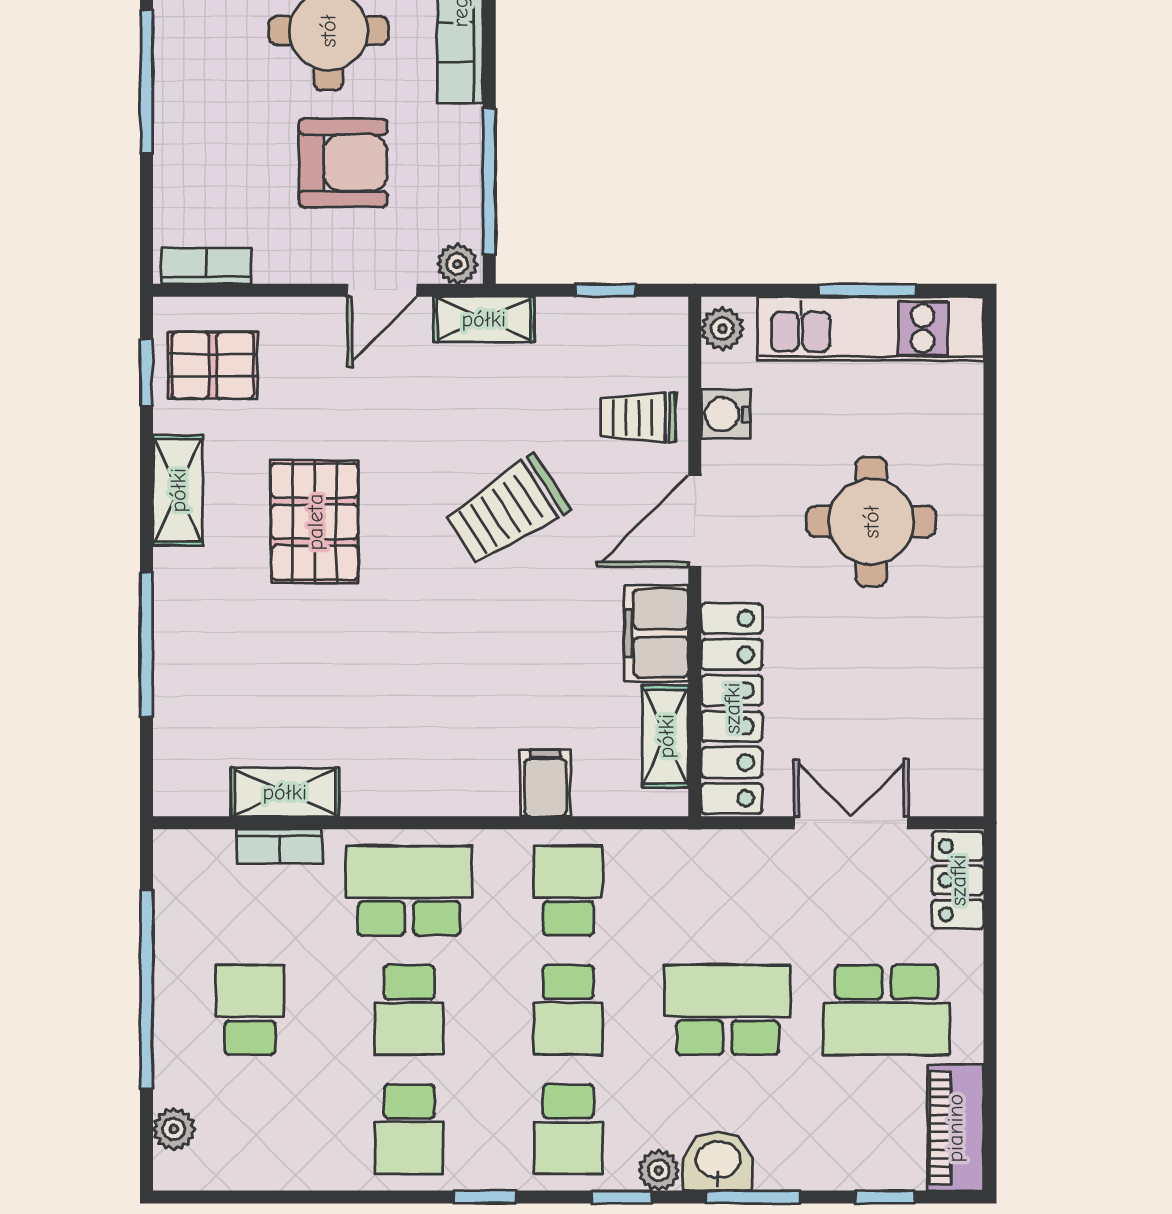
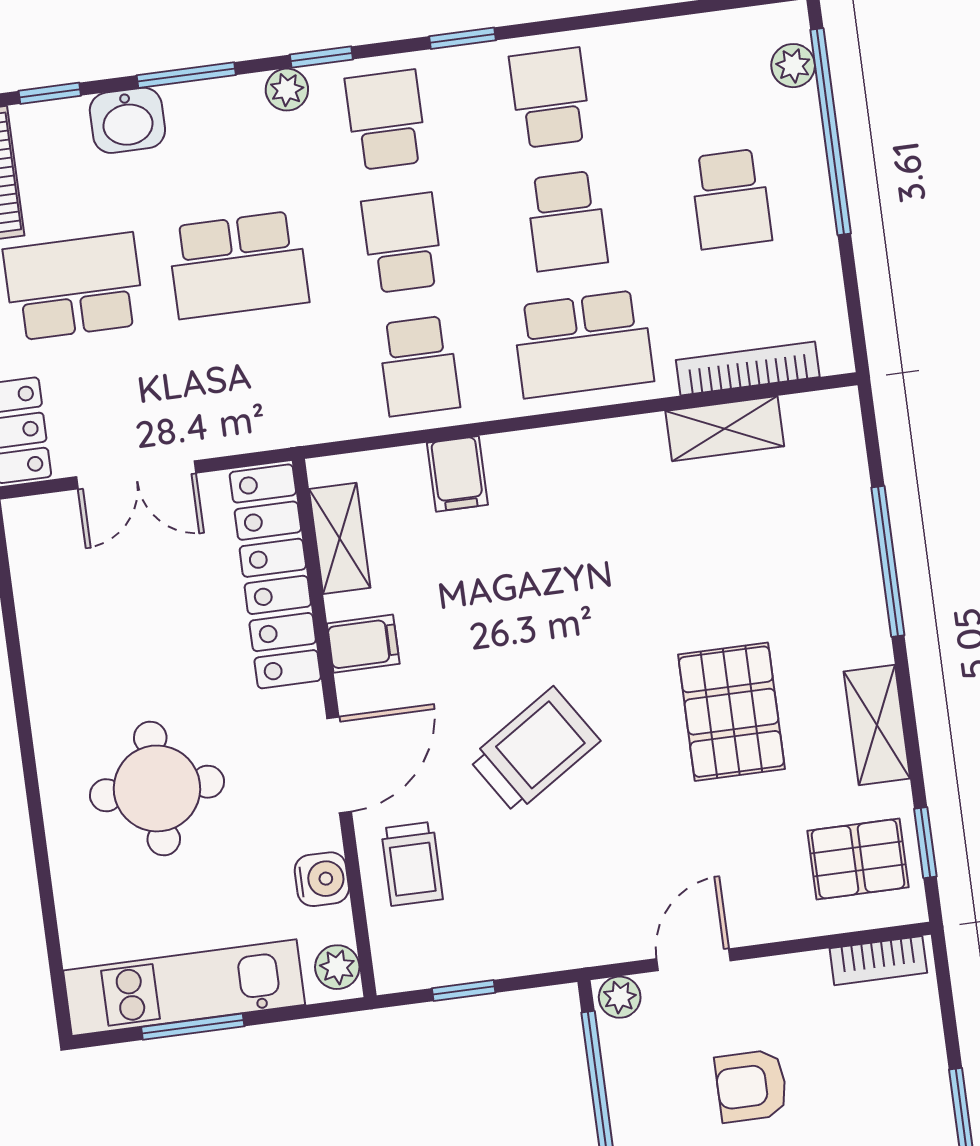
armchair: (343, 163) -> (751, 1086), width x0.72, depth x0.72
shelving: (484, 319) -> (584, 944), removed
trolley: (638, 417) -> (412, 864), turned 90
filing cabinet: (656, 633) -> (363, 644), width x0.50
bookcase: (280, 846) -> (748, 369), width x1.56
window: (147, 989) -> (831, 132), moved
school desk: (409, 1010) -> (567, 221), turned 180
washbasin: (718, 1161) -> (127, 120), moved

